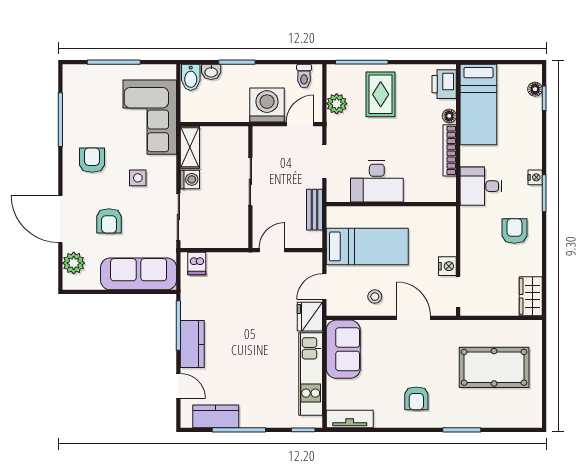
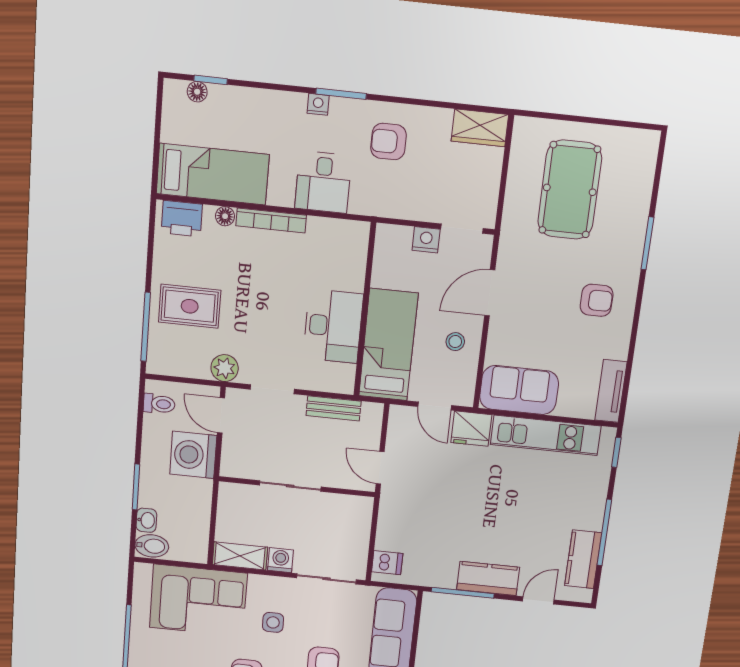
plant: (337, 104) -> (225, 368), moved
desk: (377, 181) -> (333, 326), moved
wall: (391, 204) -> (365, 310), moved

